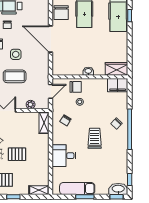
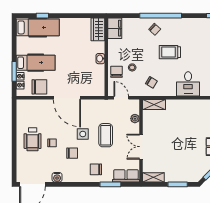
door: (51, 39) -> (67, 98), hinge flipped
pallet: (17, 154) -> (187, 133), removed

